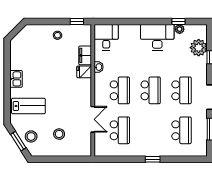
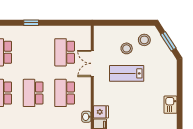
lab bench: (28, 106) -> (127, 73), moved
stool: (31, 136) -> (144, 40), moved

